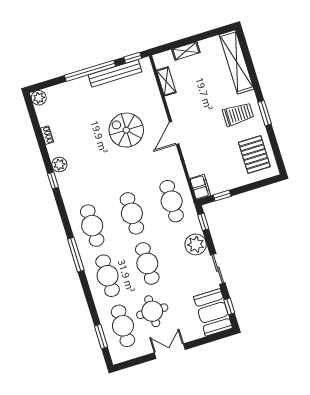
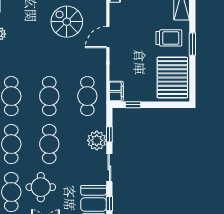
pallet: (254, 155) -> (172, 78), width x1.37, depth x1.41
window: (203, 222) -> (109, 134), moved

